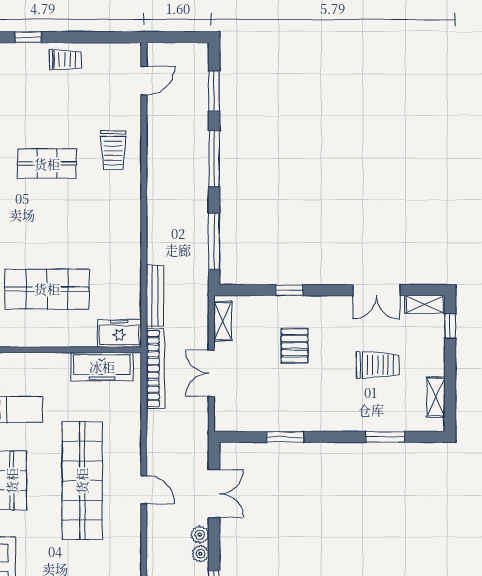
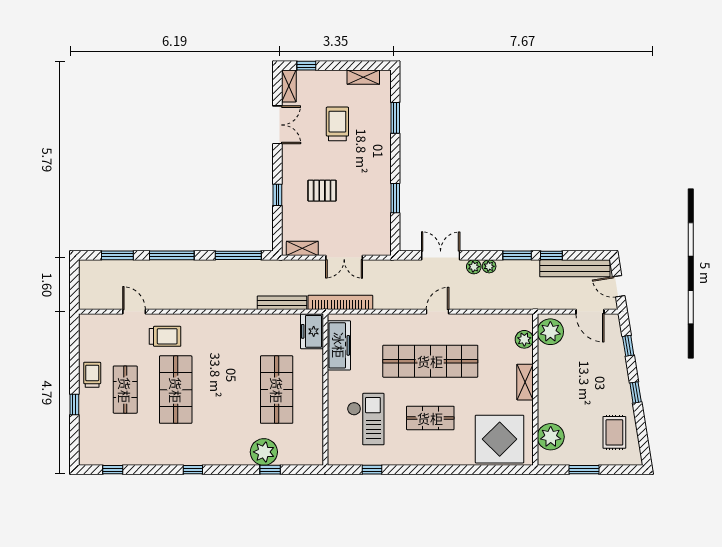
door: (144, 81) -> (134, 312), moved
shop shelf: (47, 101) -> (125, 390), added
shop shelf: (47, 164) -> (176, 390), width x1.43, depth x1.36

